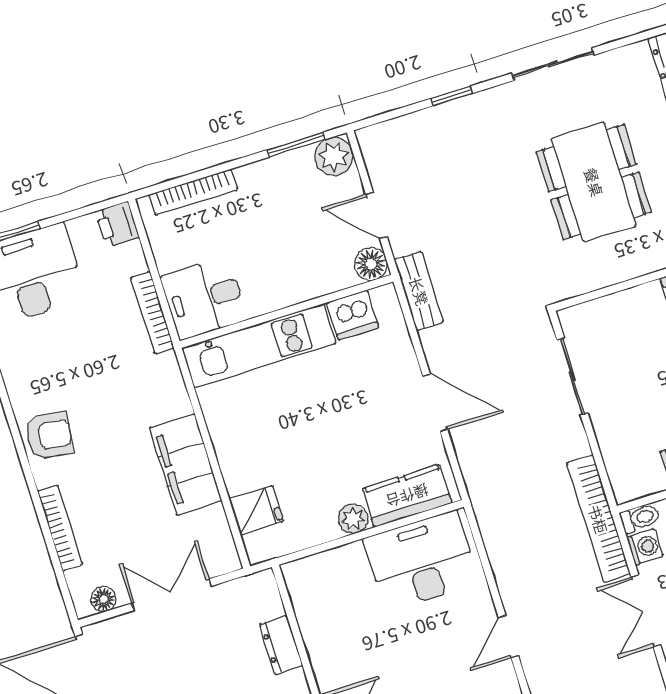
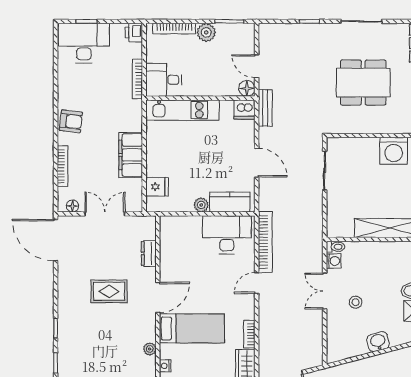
plant: (334, 156) -> (206, 32), moved
dining table: (594, 182) -> (363, 83), turned 90
dishwasher: (353, 315) -> (244, 109), moved
bookcase: (598, 519) -> (265, 242), moved, turned 180

